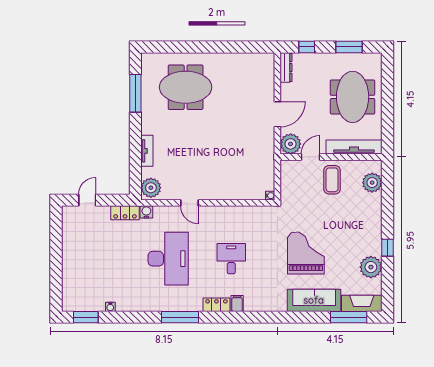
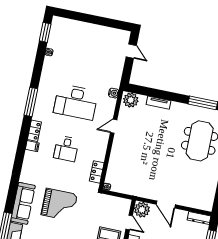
locker: (125, 213) -> (97, 172), moved
desk: (231, 259) -> (66, 149), turned 90

